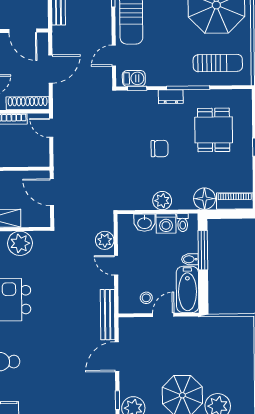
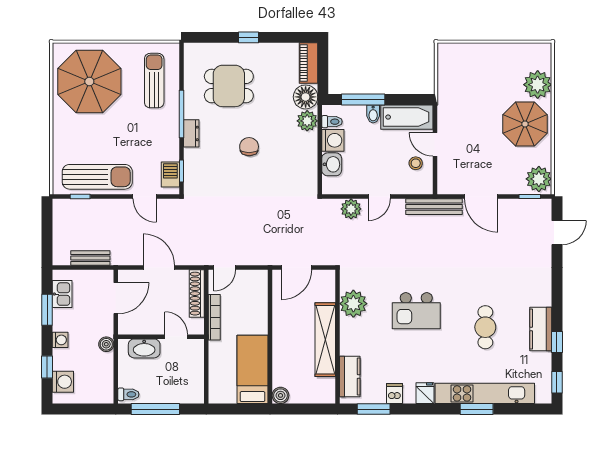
plant: (162, 201) -> (307, 121), moved

